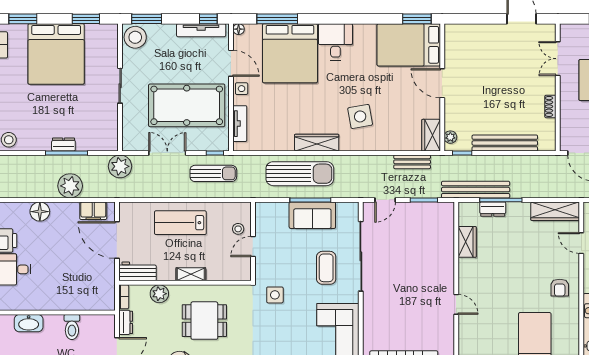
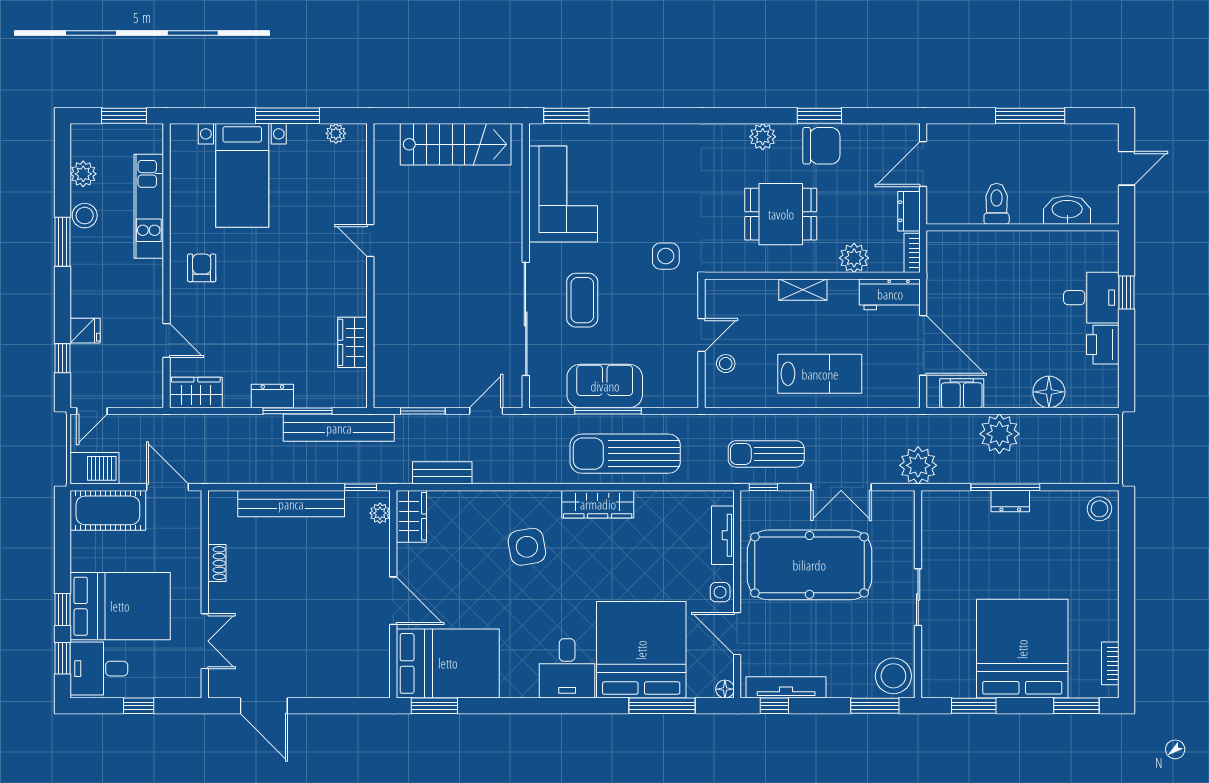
dresser: (493, 209) -> (272, 396), moved
wardrobe: (555, 211) -> (196, 392), width x0.67

